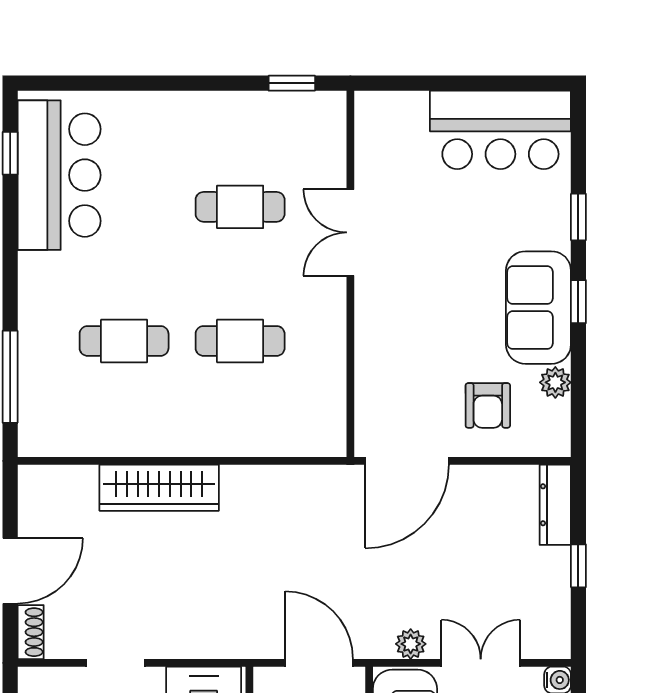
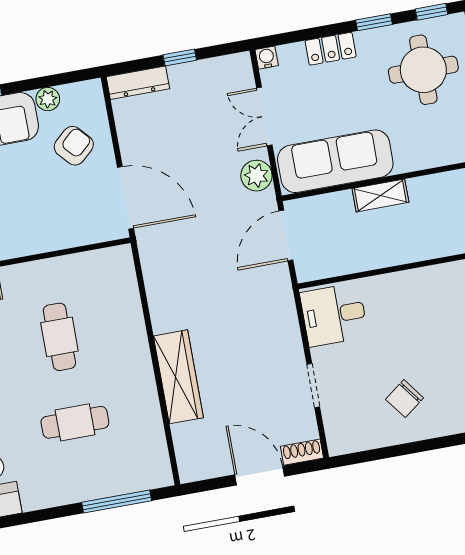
cafe table: (124, 341) -> (75, 422), turned 90
armchair: (488, 405) -> (74, 146), turned -42
plant: (411, 644) -> (256, 176), width x1.38, depth x1.38

